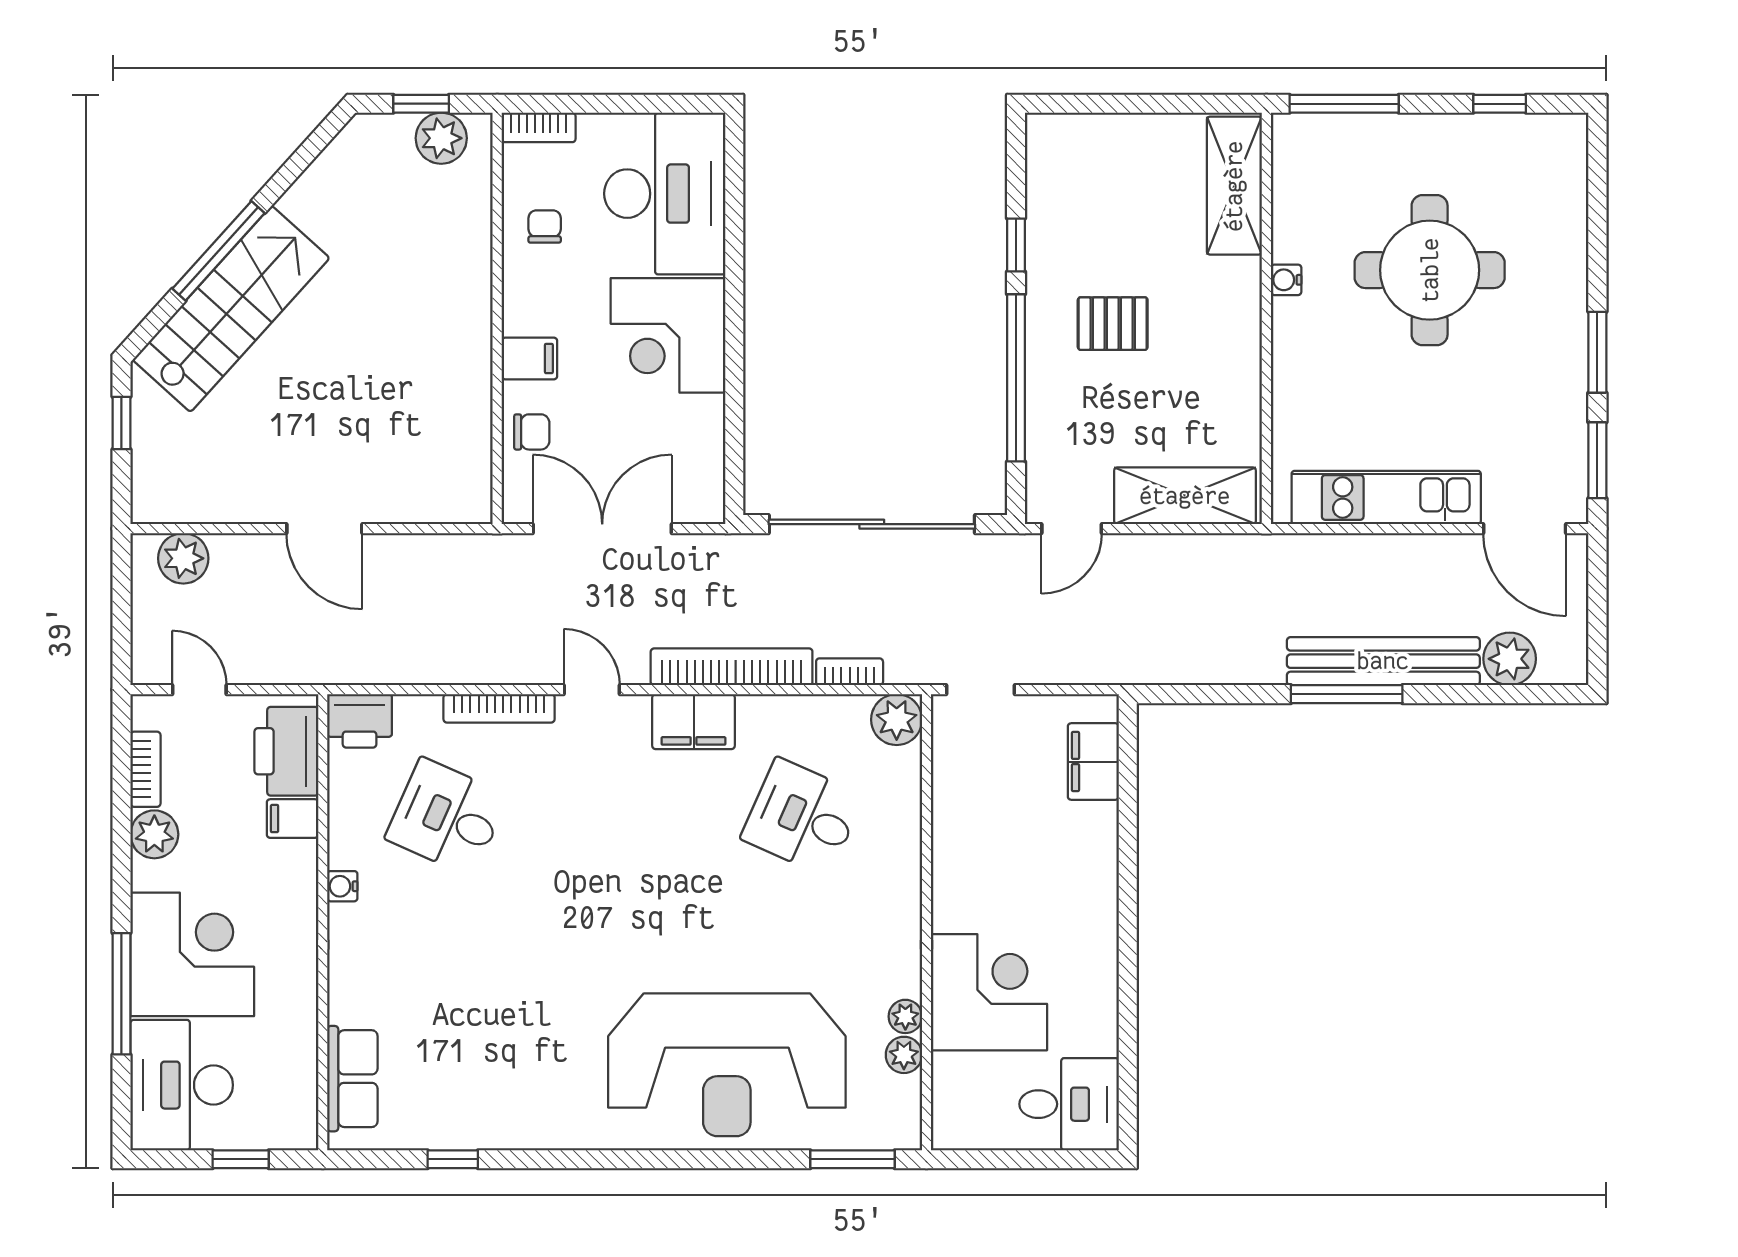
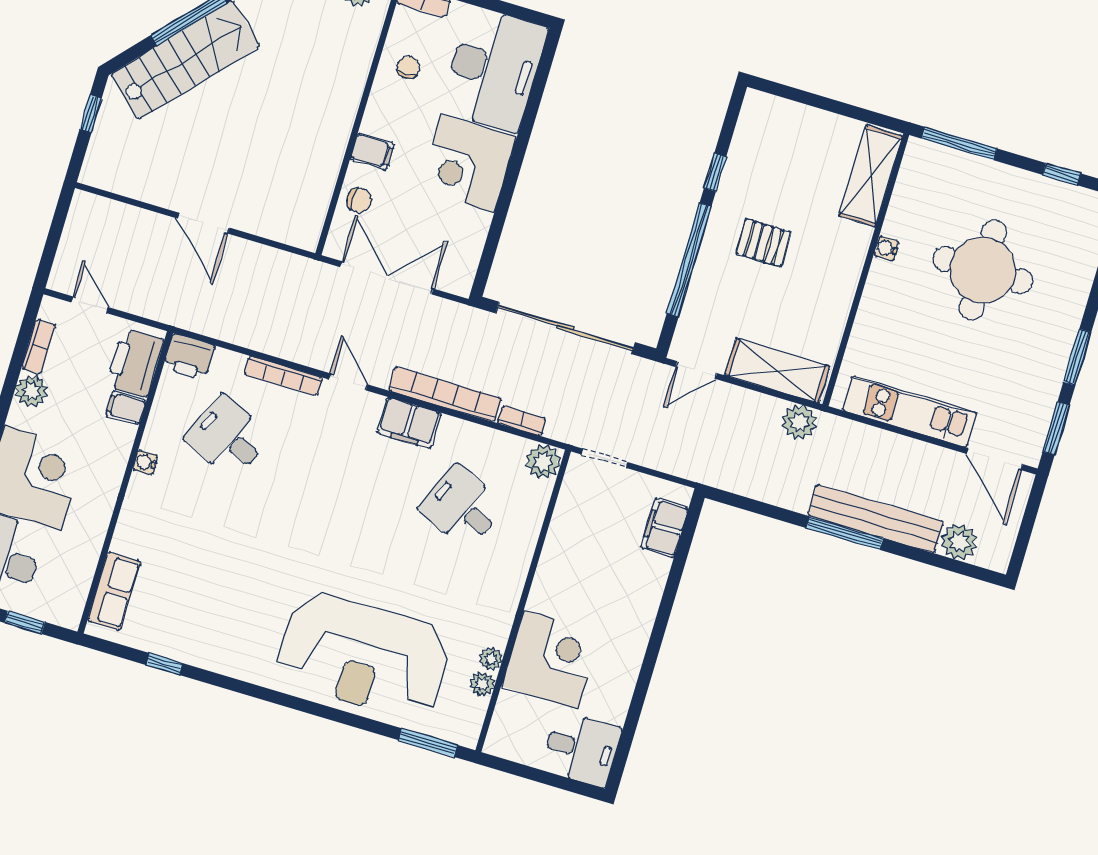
plant: (183, 558) -> (799, 422), moved

